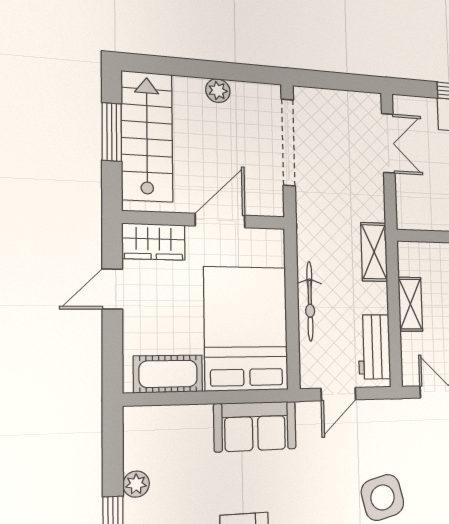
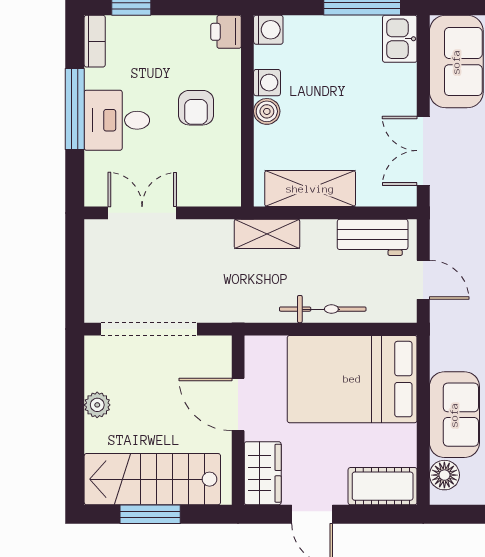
shelving: (410, 304) -> (310, 189), width x1.50, depth x1.33
cot: (168, 374) -> (383, 486), moved, turned 90
floor lamp: (153, 420) -> (444, 475), added
sofa: (255, 426) -> (454, 415), moved

